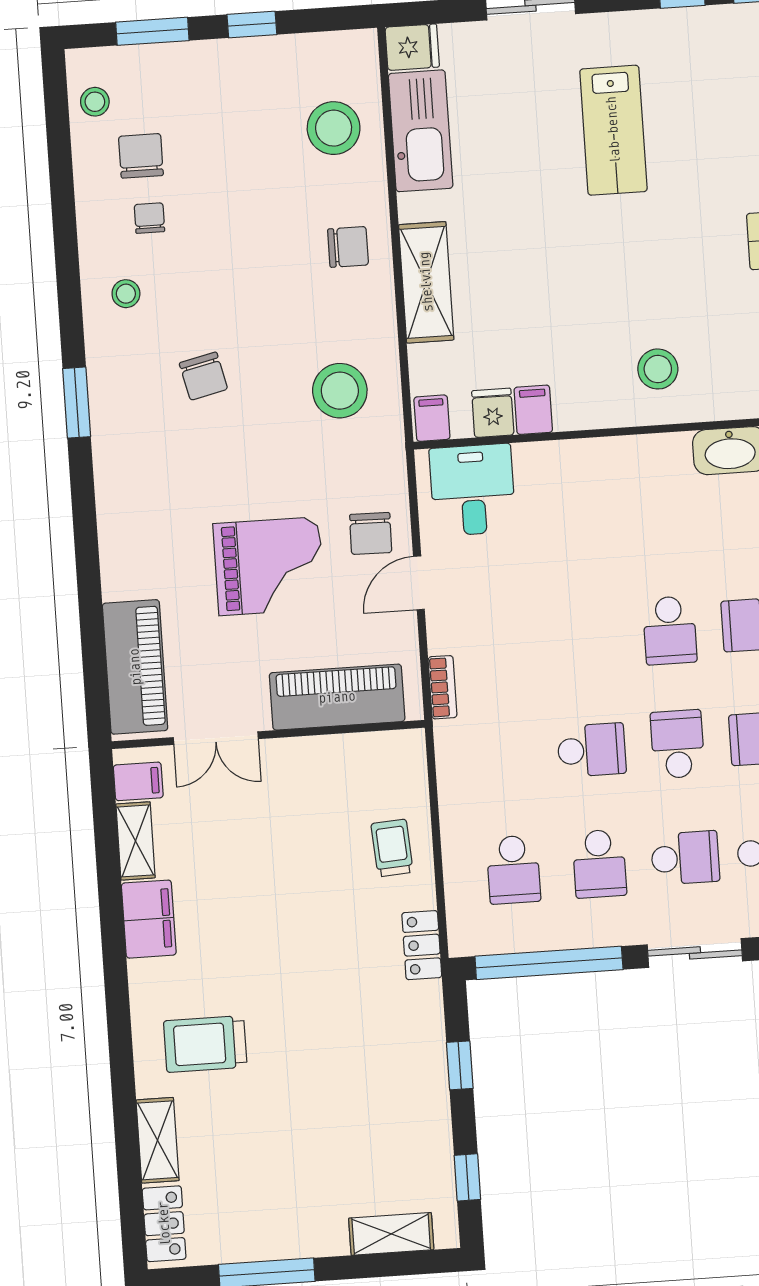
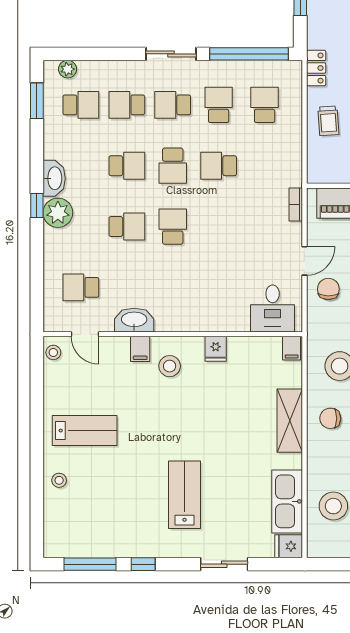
chair: (348, 247) -> (330, 418), moved
filing cabinet: (533, 410) -> (140, 349), moved
fridge: (493, 413) -> (216, 349), moved

